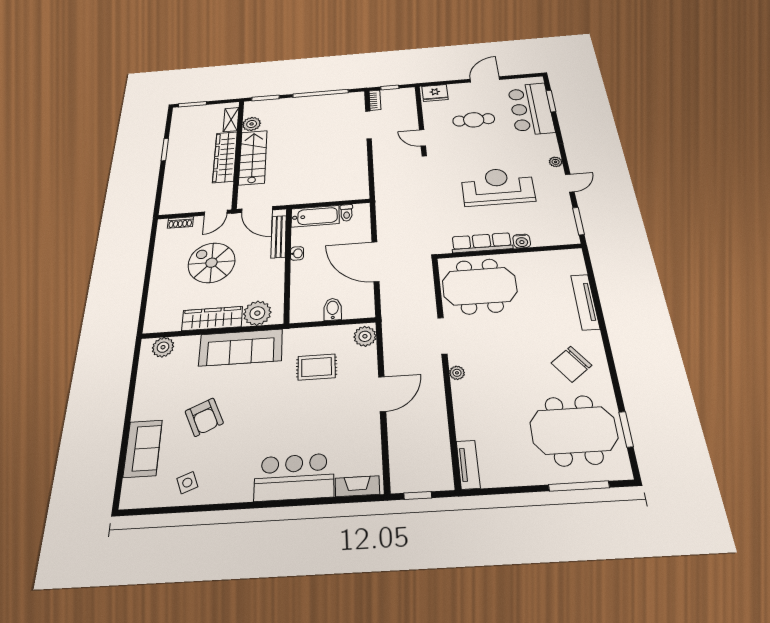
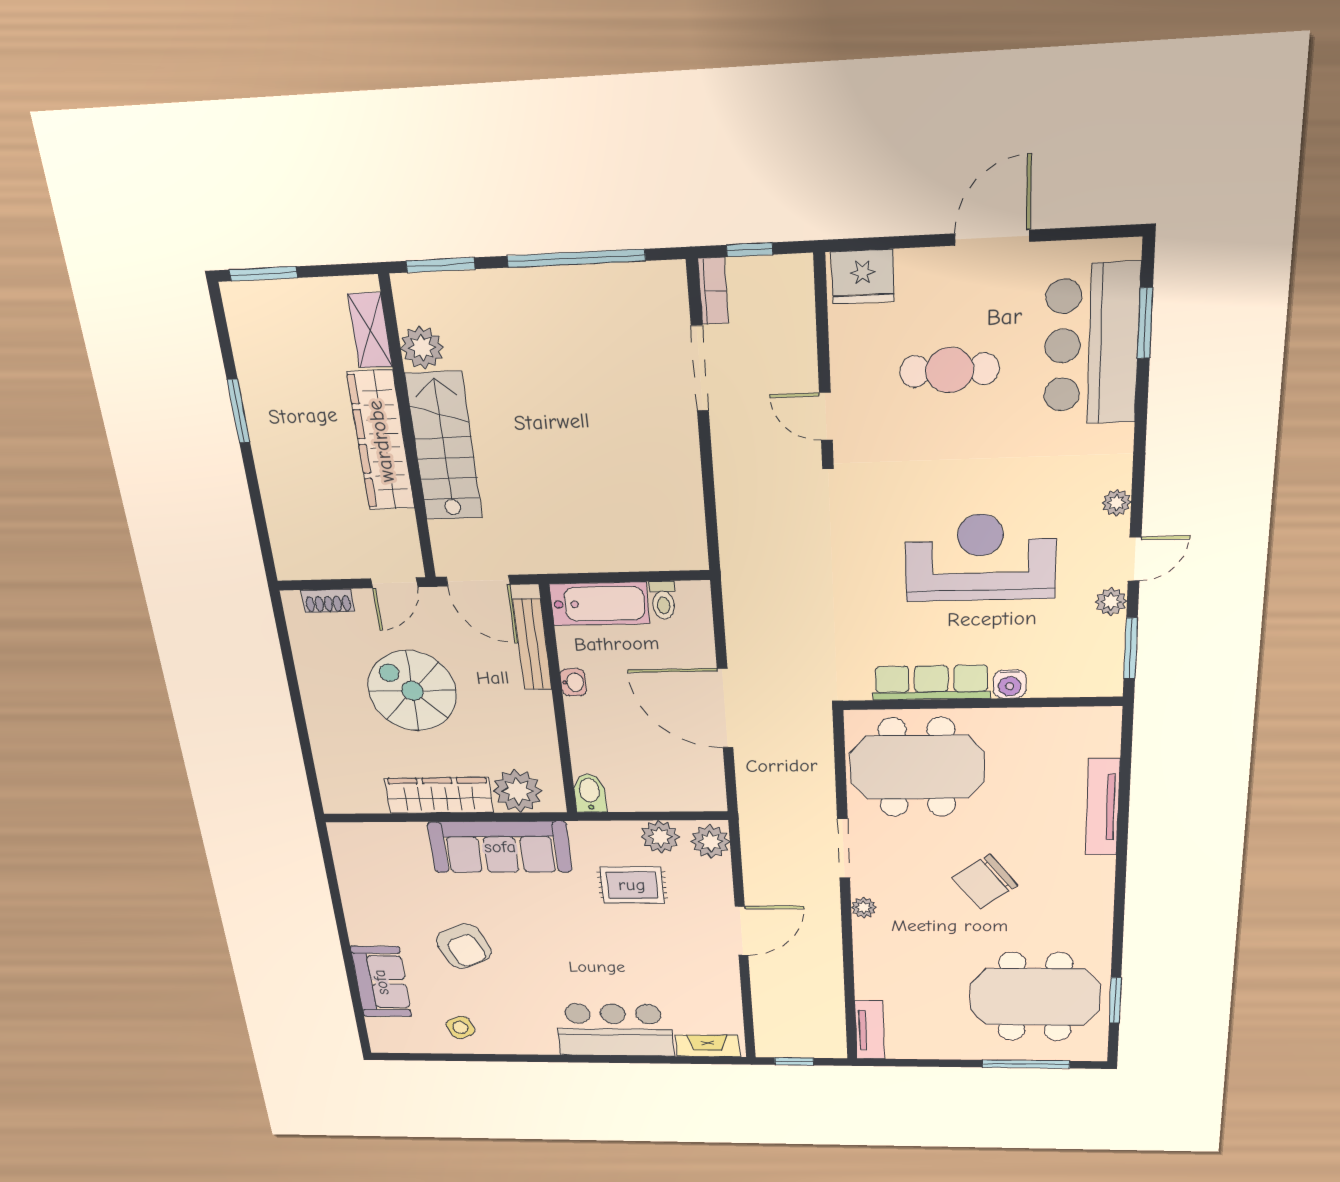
plant: (563, 201) -> (1111, 602), added
bidet: (333, 309) -> (590, 793), moved
plant: (163, 347) -> (660, 837), moved
chair: (571, 364) -> (985, 882), moved

